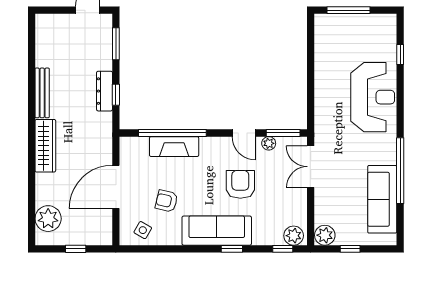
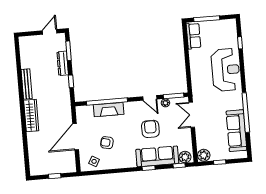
row of seats: (324, 37) -> (193, 36), added
dresser: (105, 91) -> (63, 63), moved
plant: (48, 219) -> (37, 159), removed
sofa: (217, 231) -> (157, 156), moved

